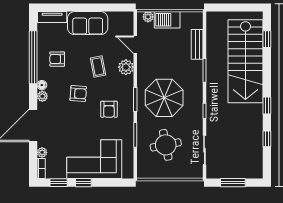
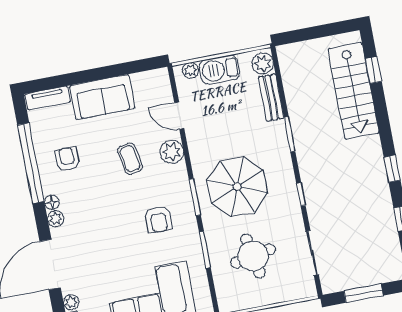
plant: (196, 21) -> (263, 63), added
armchair: (57, 59) -> (67, 159), turned 90
stairs: (245, 61) -> (353, 91), width x0.73, depth x0.66
armchair: (78, 94) -> (108, 204), removed

